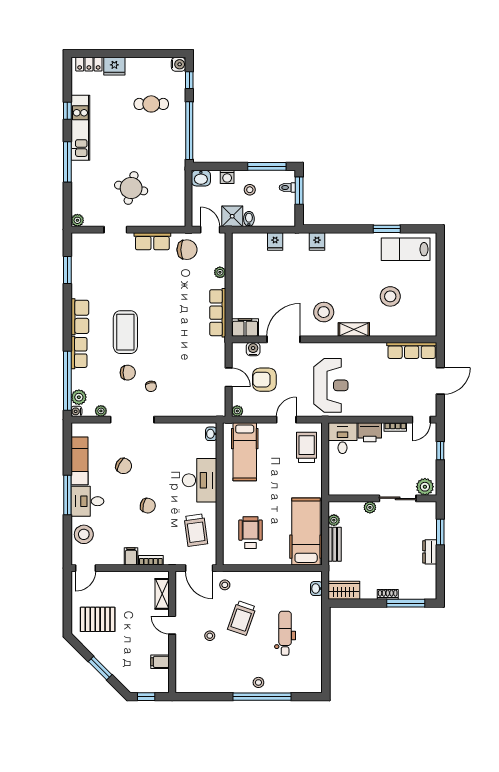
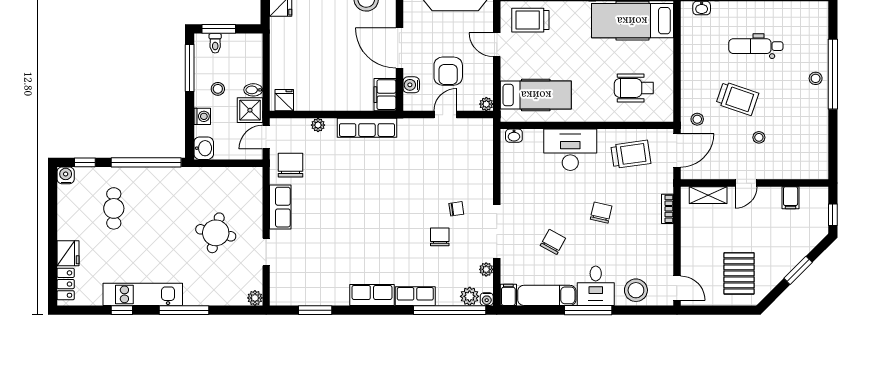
fridge: (275, 241) -> (284, 100), moved, turned -90
coffee table: (125, 332) -> (391, 240), removed
filing cabinet: (131, 556) -> (508, 295), moved, turned 90

